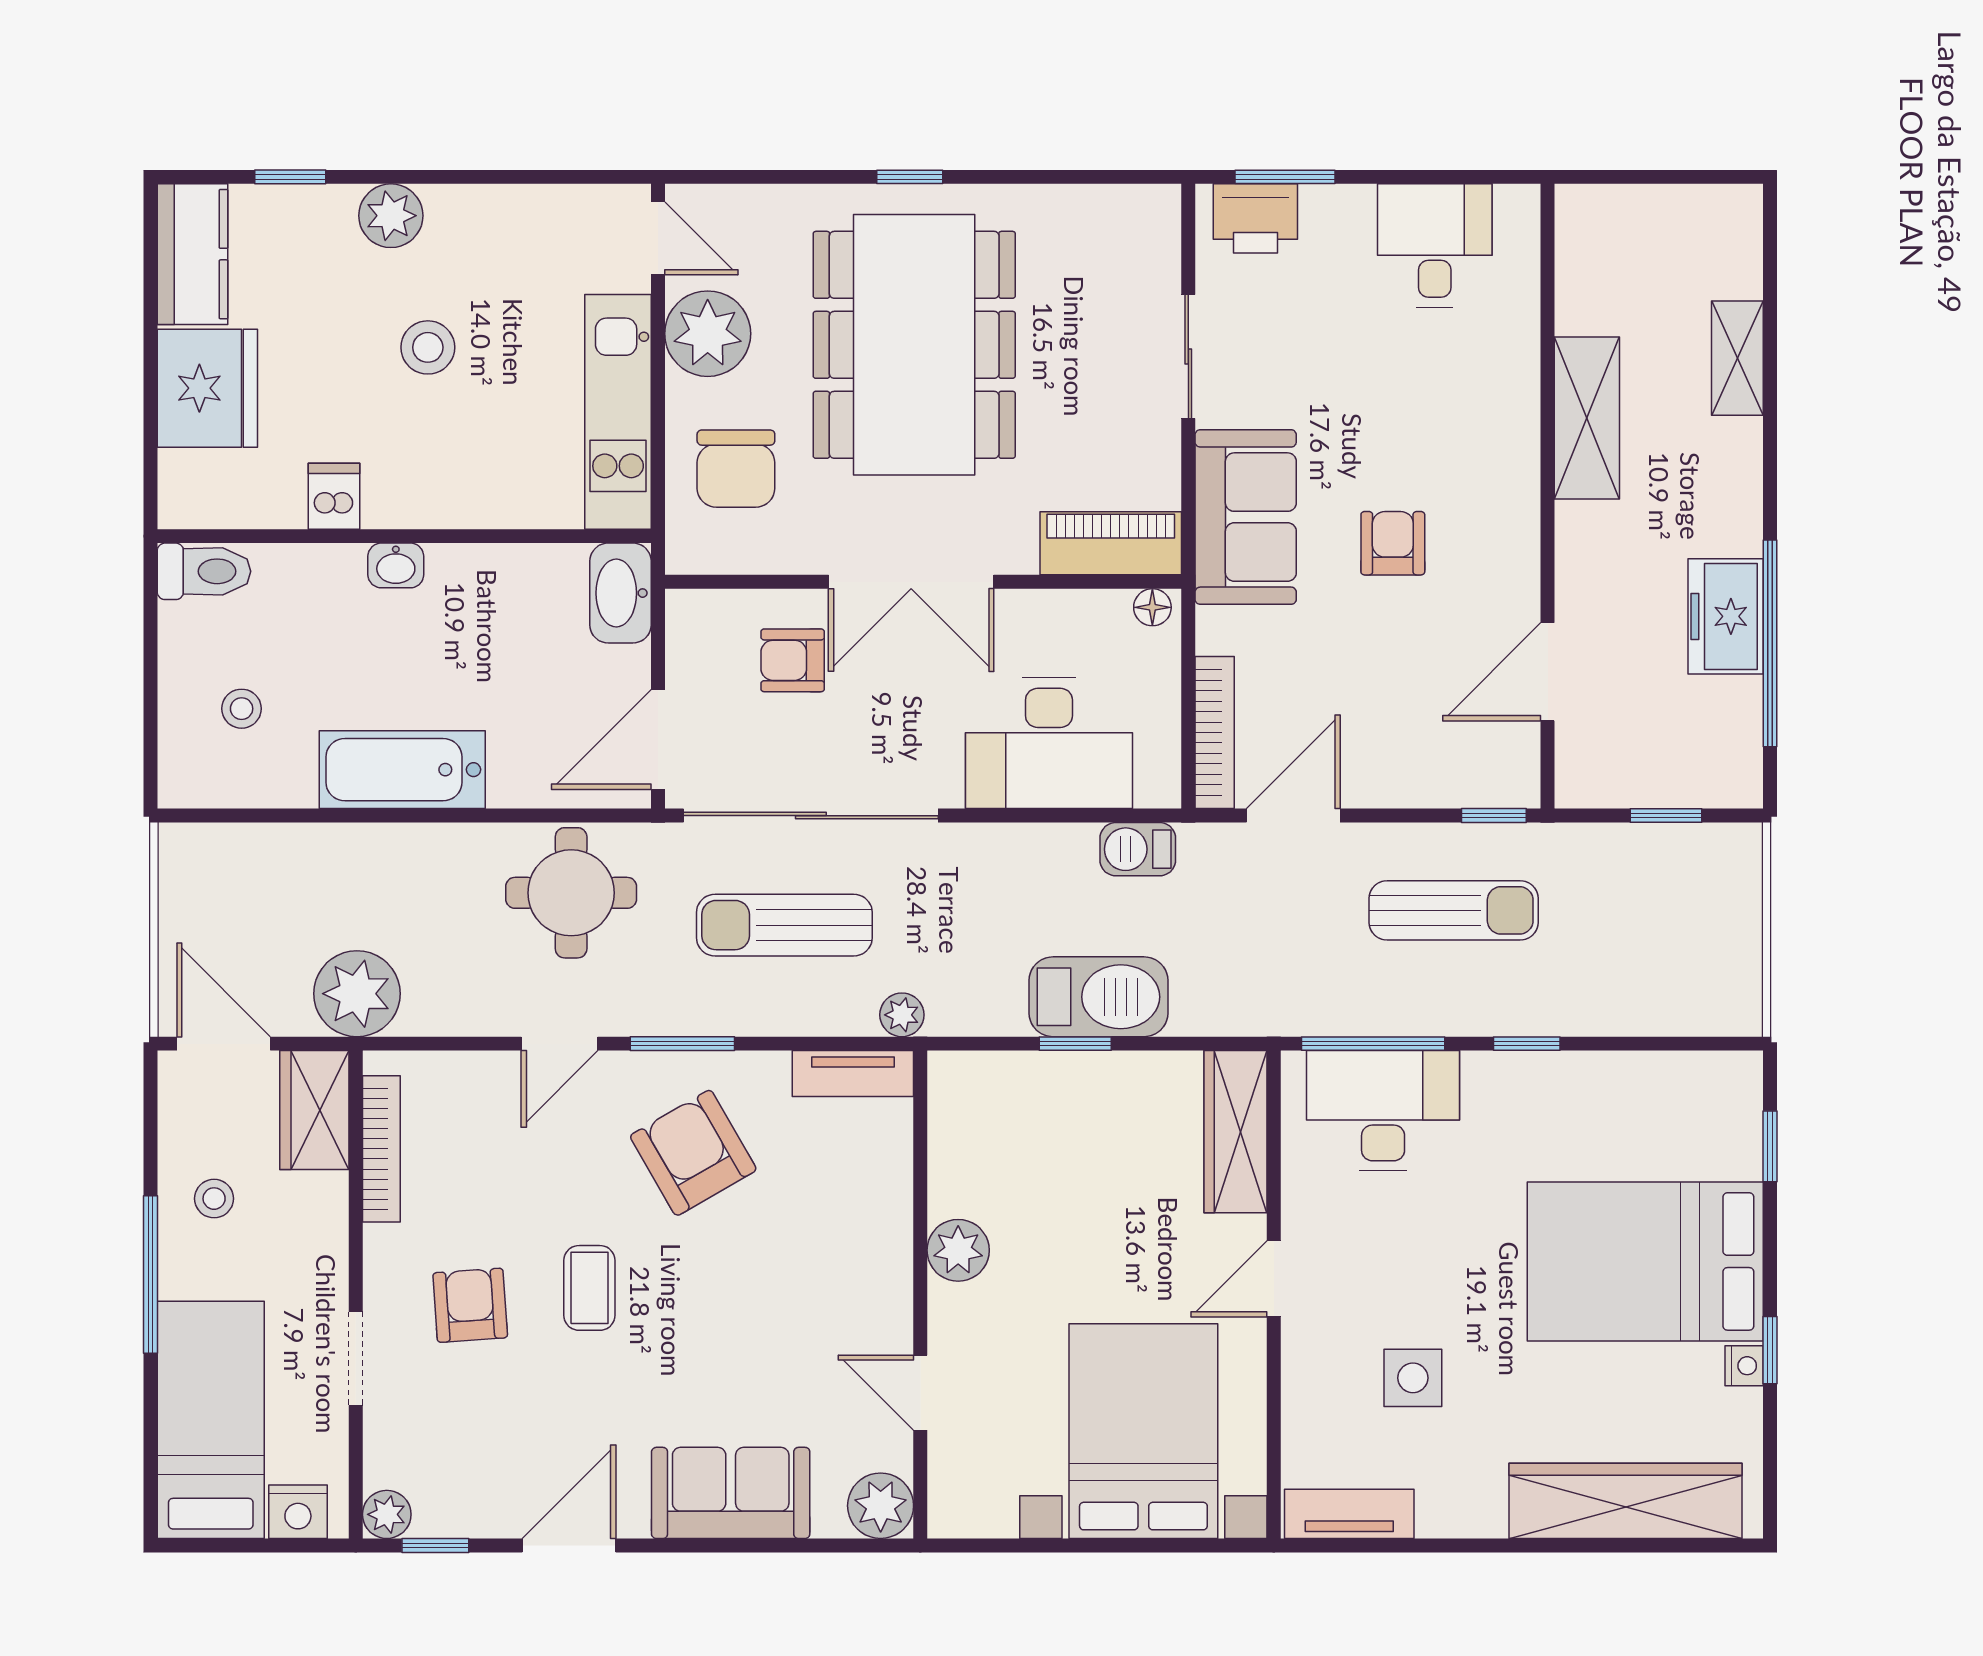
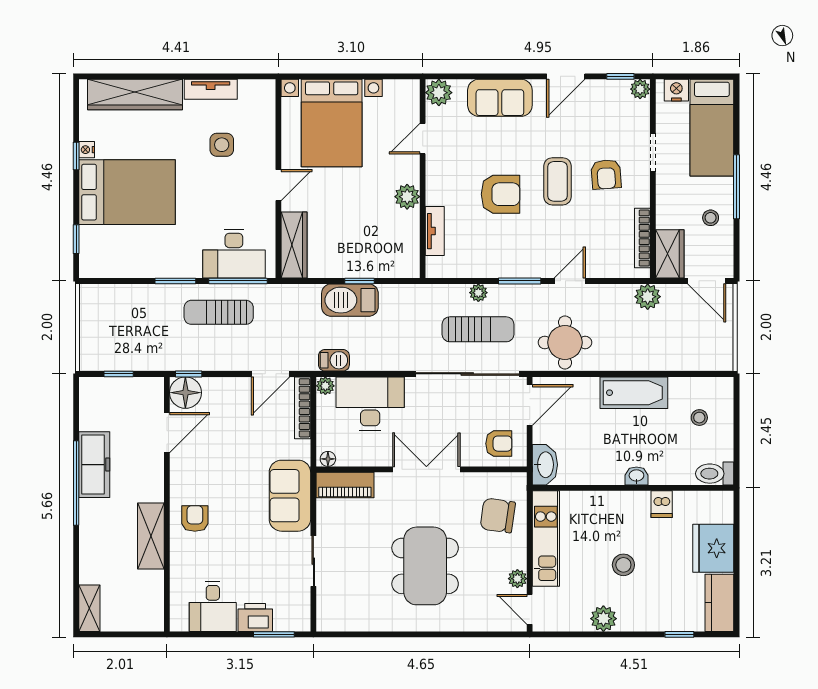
window: (910, 177) -> (427, 634), removed
plant: (391, 216) -> (603, 619), moved
printer: (1255, 218) -> (255, 617), moved
plant: (708, 334) -> (517, 579), width x0.53, depth x0.53
dining table: (914, 345) -> (425, 566), width x0.73, depth x0.80
shelving: (1737, 358) -> (89, 608), moved
chair: (736, 469) -> (498, 515), turned -82
armchair: (1393, 543) -> (195, 519), moved, turned 180
freezer: (1726, 616) -> (94, 465), width x1.40
window: (1770, 643) -> (76, 483), moved
armchair: (793, 660) -> (499, 444), moved
floor lamp: (1502, 770) -> (185, 393), added
plant: (1159, 787) -> (325, 386), added
sun lounger: (1454, 910) -> (219, 312), moved
plant: (357, 994) -> (648, 297), width x0.73, depth x0.73
plant: (902, 1015) -> (478, 293), moved
window: (1527, 1044) -> (175, 281), width x1.50
tv unit: (853, 1074) -> (435, 231), moved, turned 90
armchair: (693, 1153) -> (501, 194), moved, turned -60
coffee table: (589, 1288) -> (558, 181), width x1.36, depth x1.30
door: (920, 1393) -> (423, 139), swing flipped
tv unit: (1349, 1514) -> (211, 89), moved

